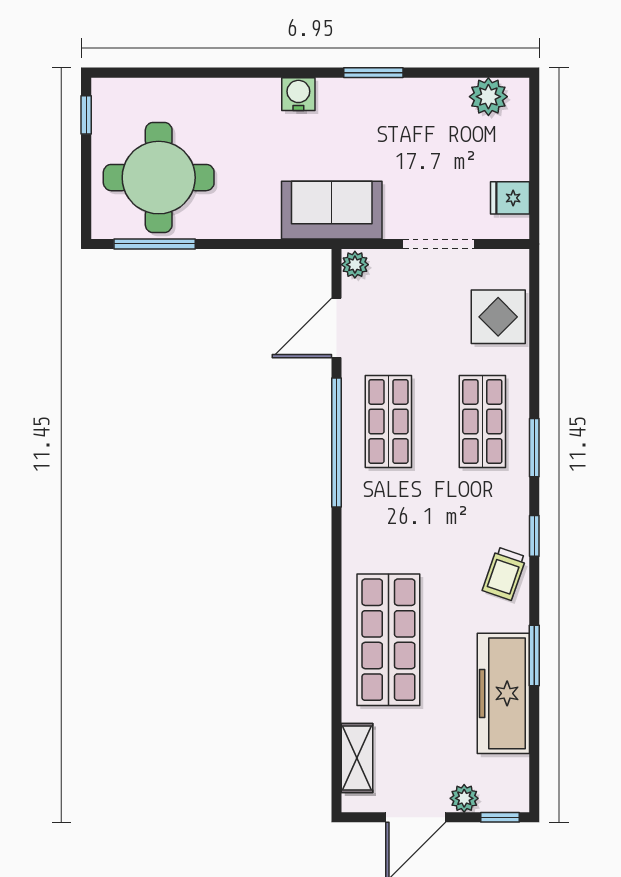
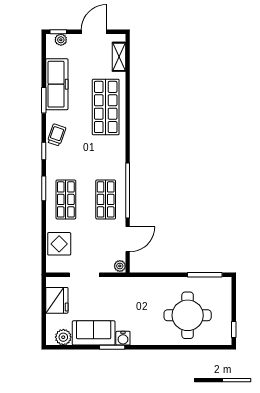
water cooler: (298, 94) -> (123, 338), moved
round table: (159, 178) -> (188, 315), moved
fridge: (510, 198) -> (57, 300), width x1.88, depth x1.34
sofa: (332, 210) -> (94, 333), moved, turned 180
plant: (464, 798) -> (61, 40), moved

